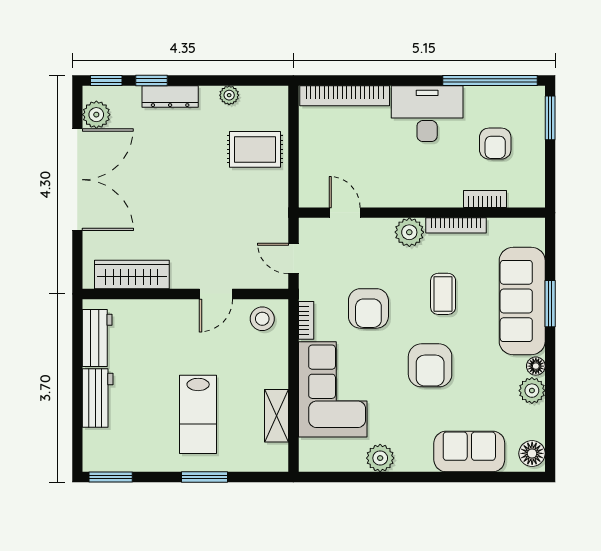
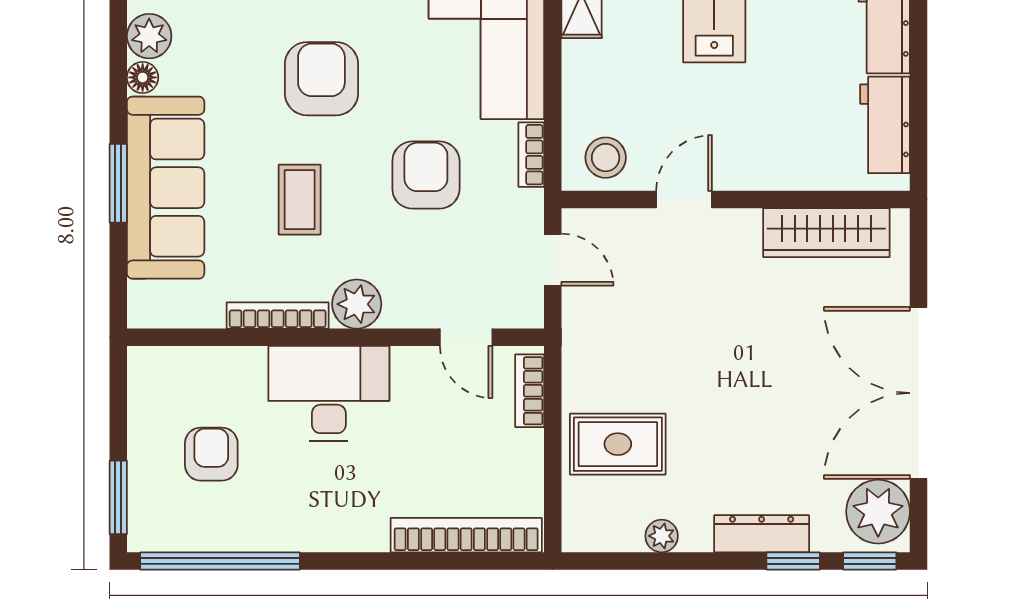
desk: (427, 114) -> (329, 393), moved, turned 180
plant: (96, 115) -> (878, 512), width x1.36, depth x1.36
bookcase: (485, 199) -> (530, 391), moved, turned 90

